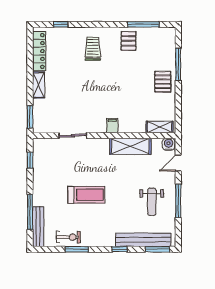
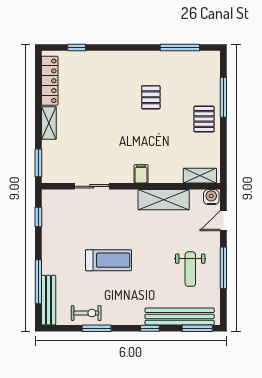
pallet: (129, 41) -> (151, 97), moved
trolley: (93, 49) -> (117, 78), removed

